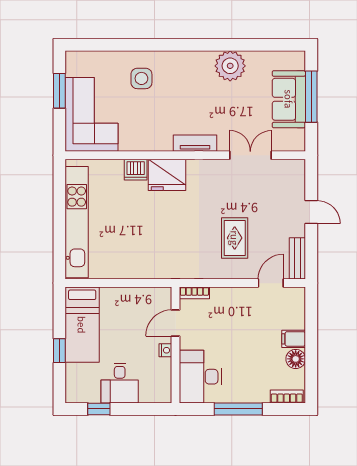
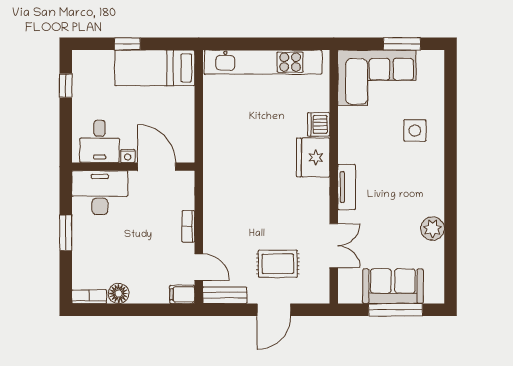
plant: (230, 66) -> (433, 229), width x0.73, depth x0.73
door: (311, 212) -> (274, 310), width x1.38
rug: (235, 238) -> (278, 264), moved
bookcase: (194, 293) -> (188, 226), moved
door: (176, 323) -> (157, 167), width x1.38
filing cabinet: (294, 339) -> (182, 294), moved, turned -90
desk: (120, 383) -> (100, 141), moved, turned -90
bookcase: (287, 397) -> (89, 297), moved, turned -90
window: (238, 409) -> (66, 233), width x0.69

